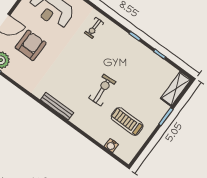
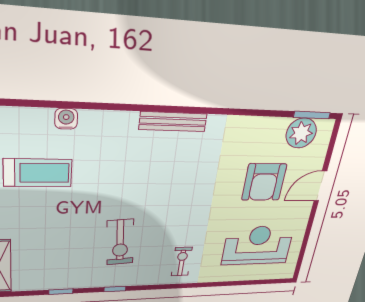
exercise bike: (102, 90) -> (120, 242), moved
water cooler: (111, 145) -> (66, 119), moved

